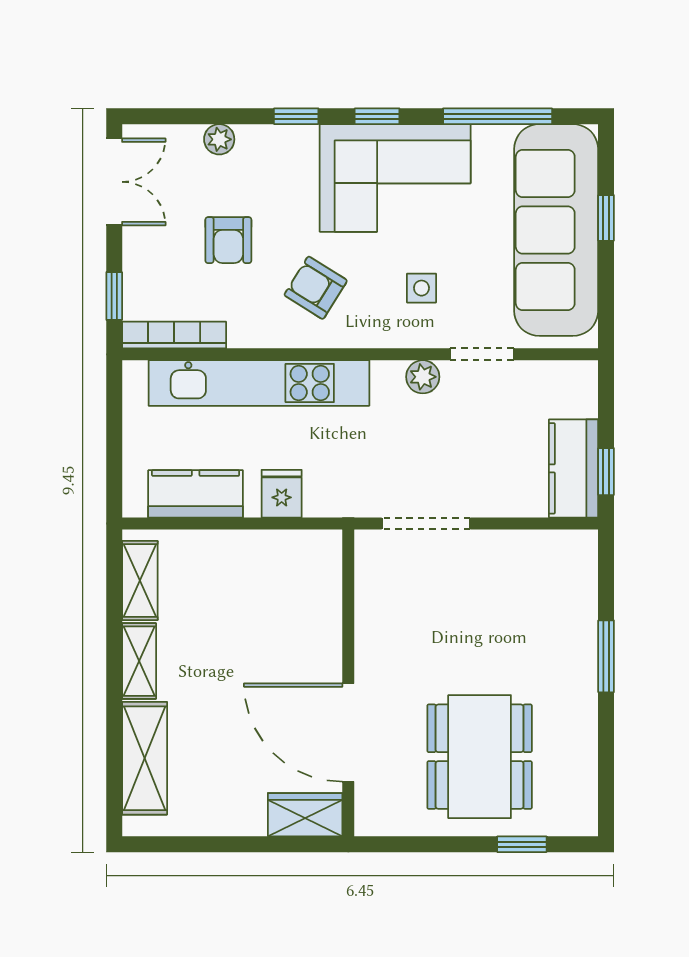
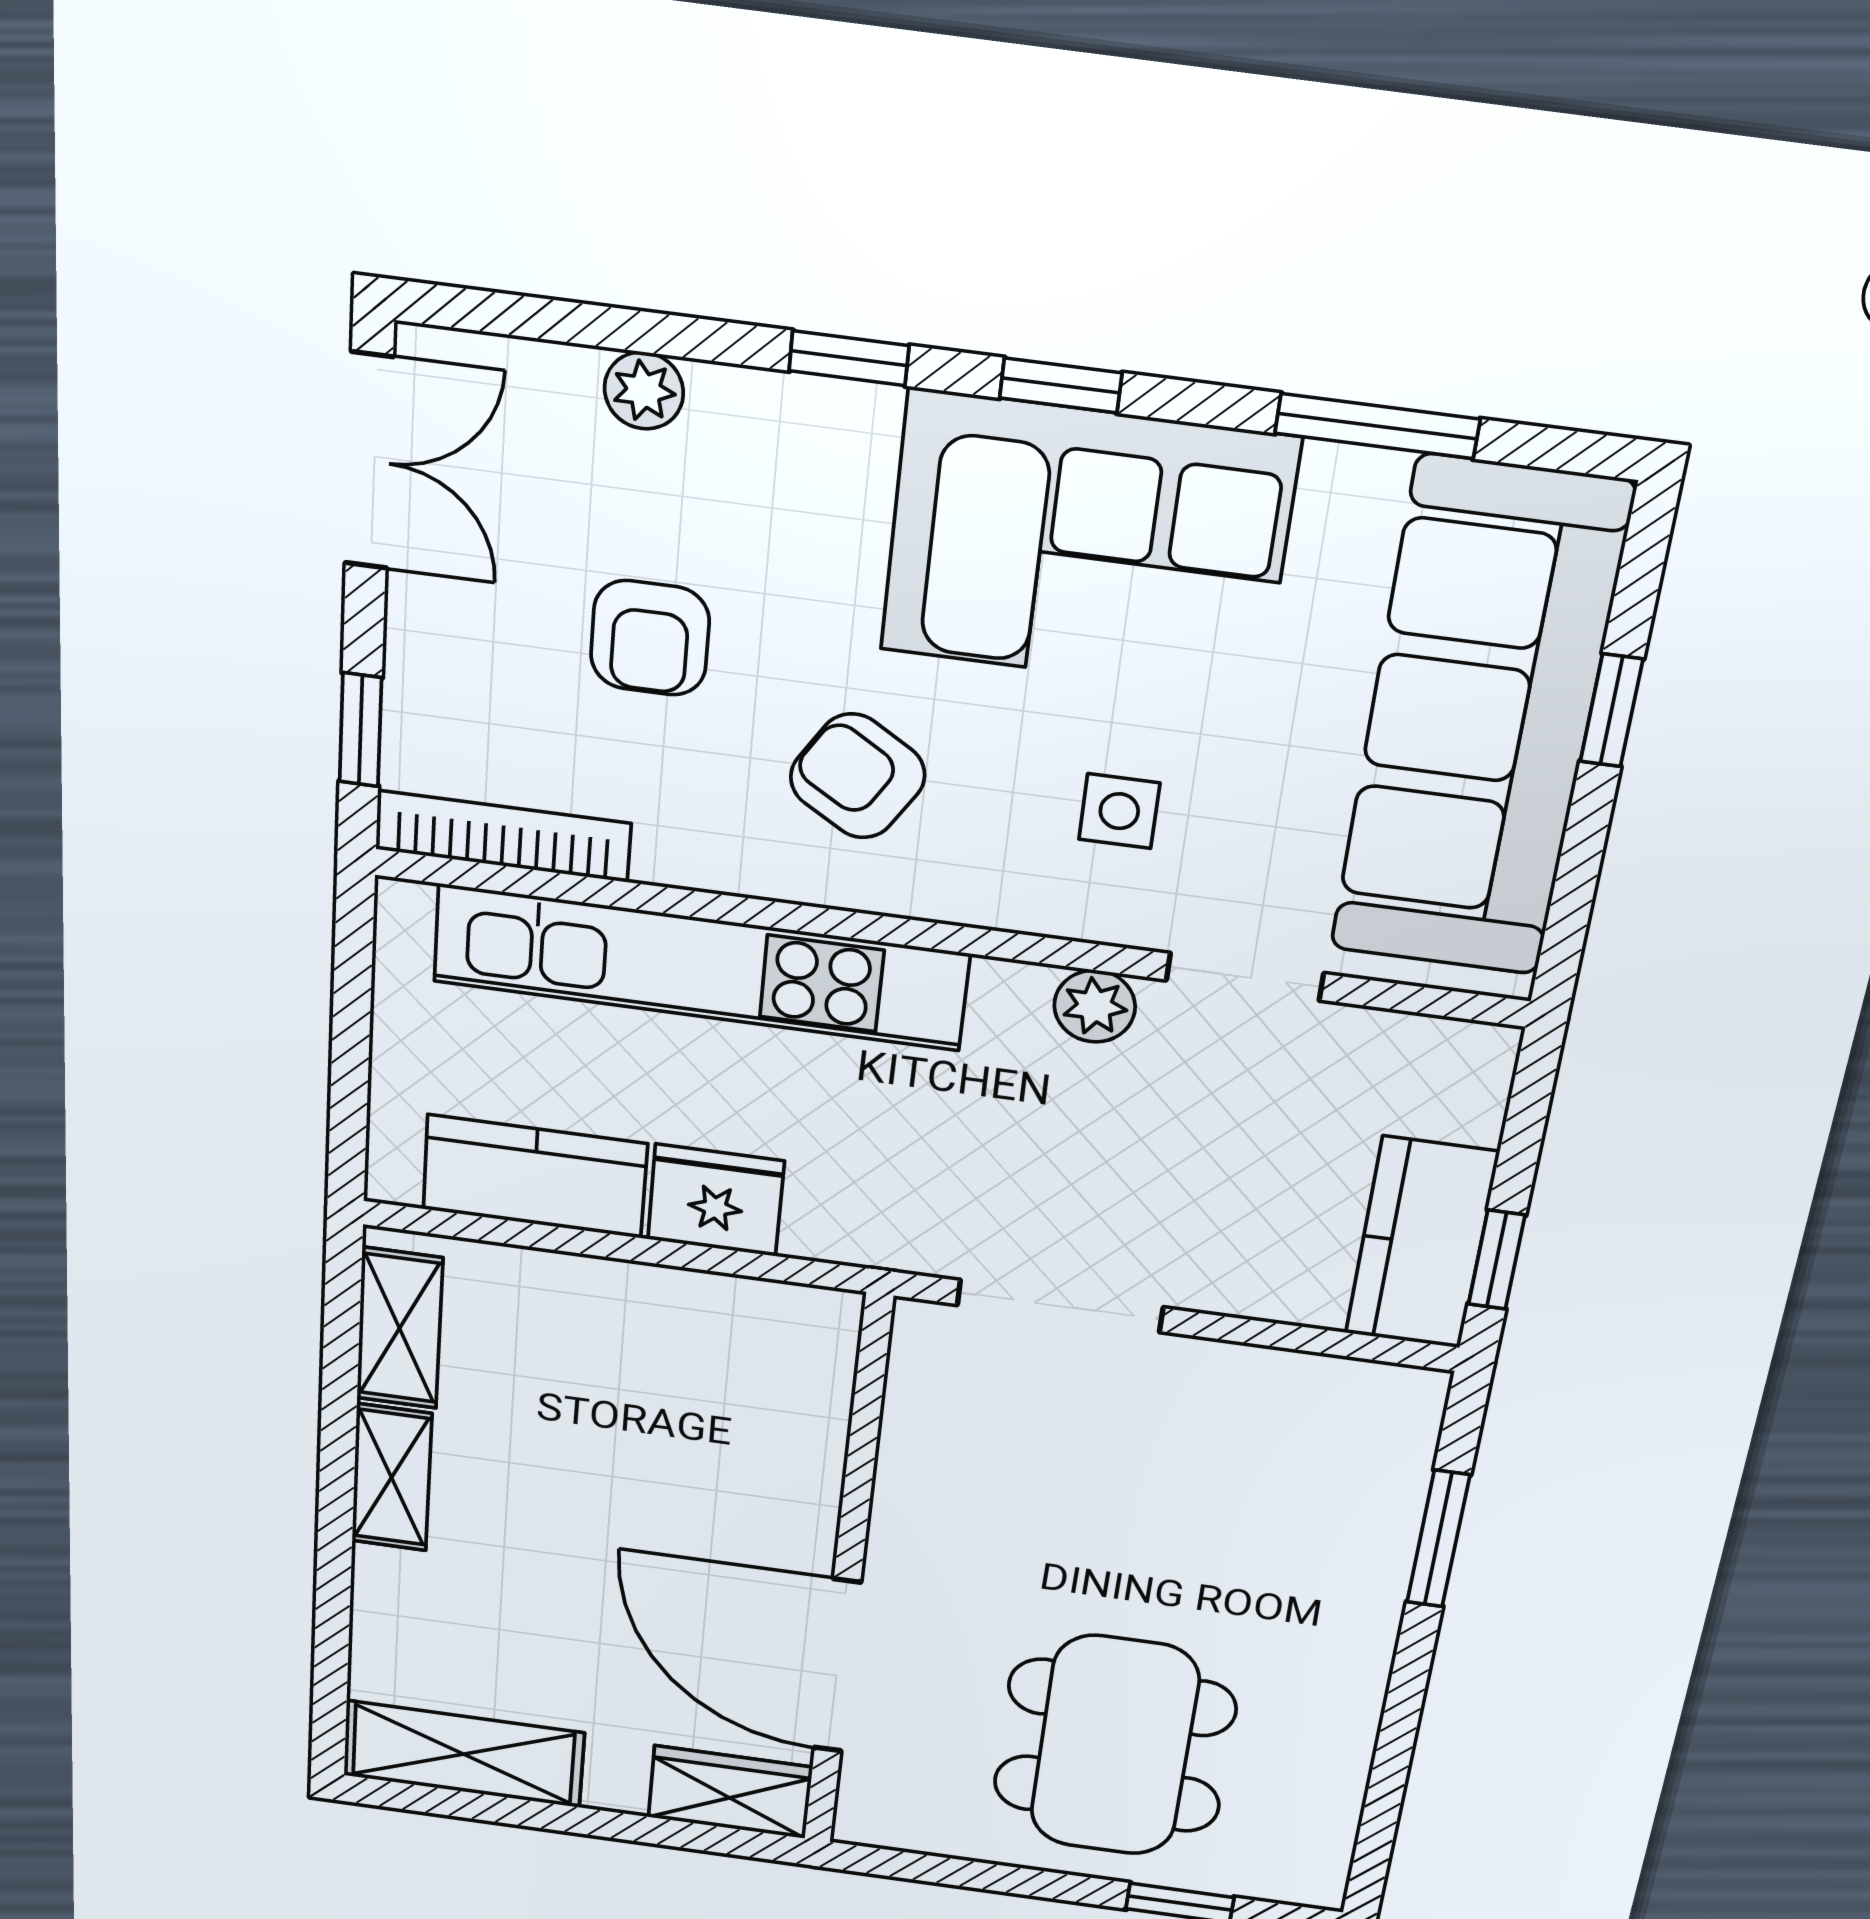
window: (498, 116) -> (1377, 426), width x0.69
fridge: (282, 494) -> (716, 1200), width x1.38
window: (606, 656) -> (1438, 1539), moved
shelving: (145, 758) -> (463, 1754), moved, turned 90

